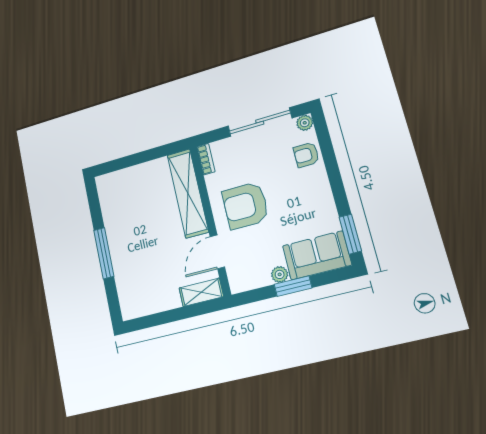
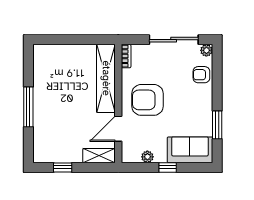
window: (350, 234) -> (217, 125), moved
plant: (280, 274) -> (147, 157), moved
window: (293, 286) -> (168, 167), width x0.67
window: (160, 319) -> (63, 167), added

